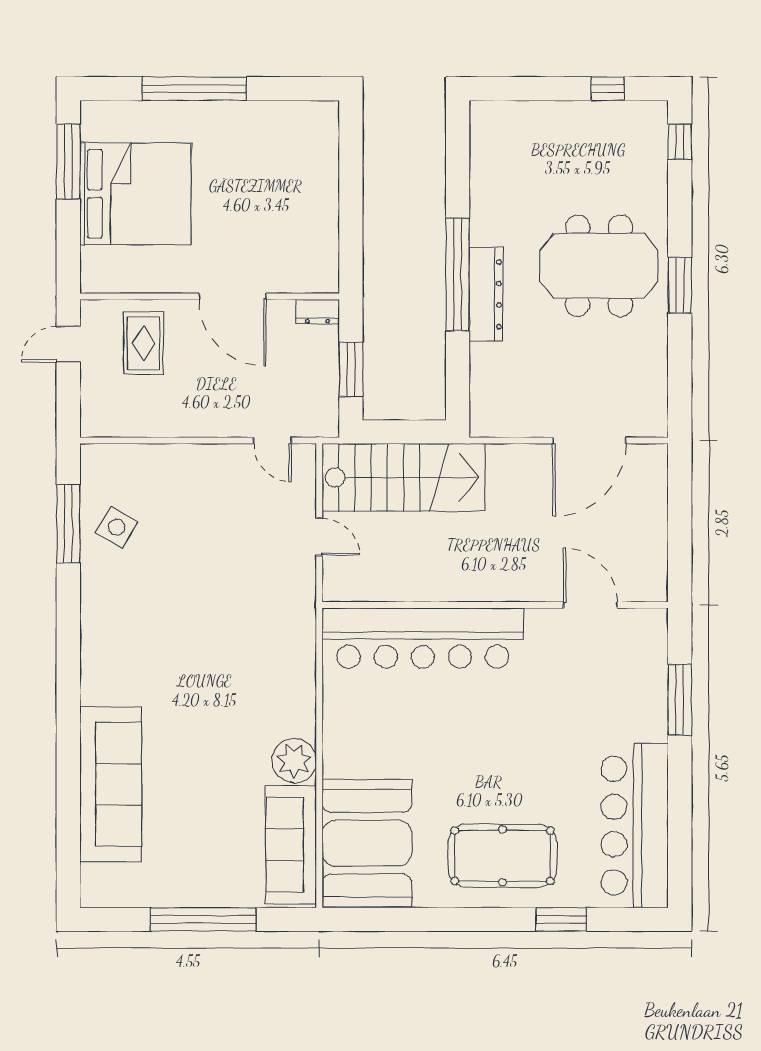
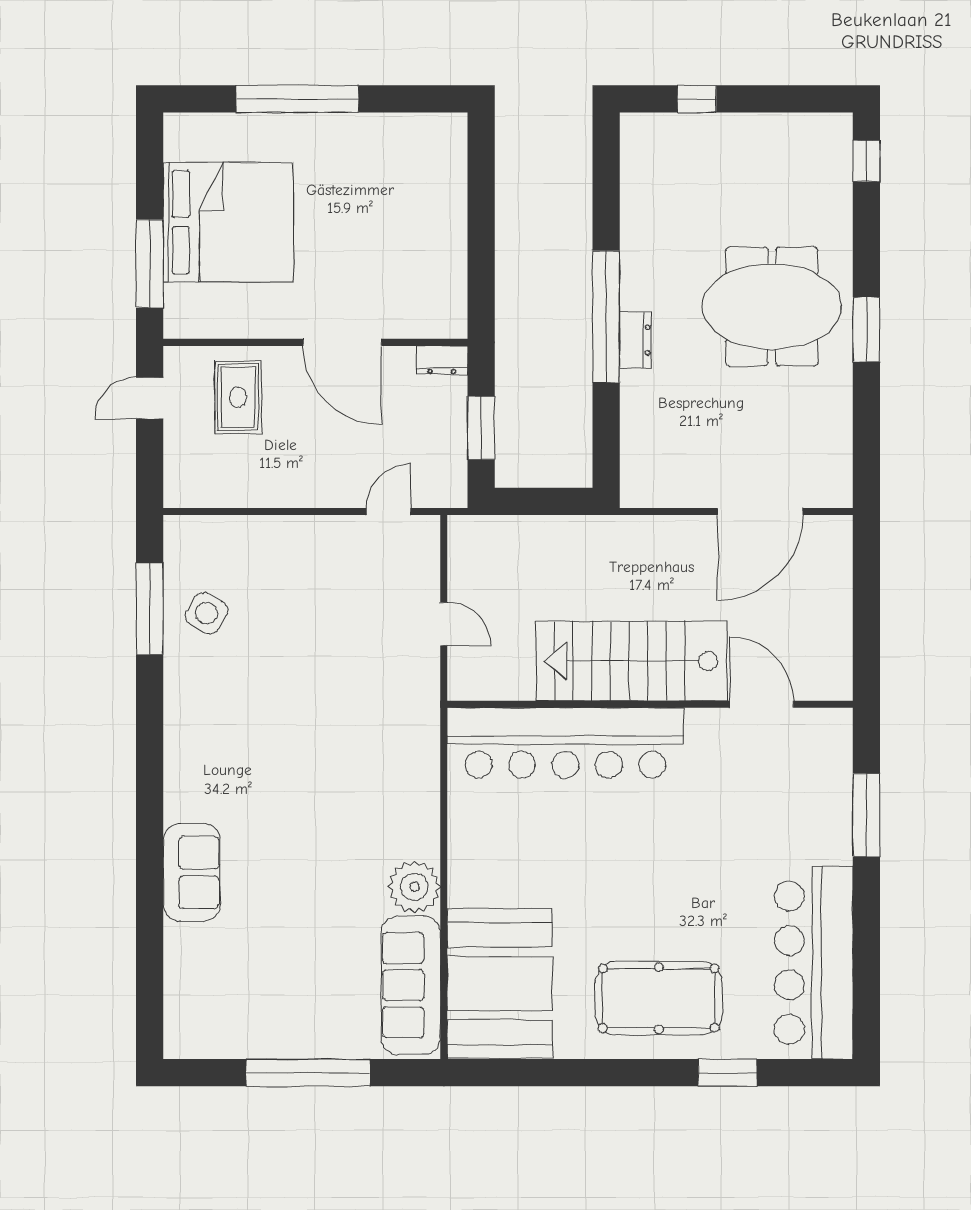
window: (608, 89) -> (697, 99), moved
window: (68, 162) -> (150, 264), moved
dresser: (486, 294) -> (635, 340), width x0.51, depth x0.80
door: (272, 441) -> (389, 511), swing flipped
stairs: (403, 477) -> (632, 661), moved, turned 180
sofa: (111, 784) -> (192, 872), width x0.54, depth x0.79

